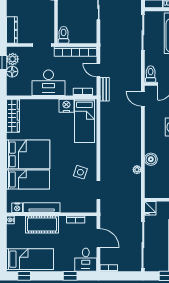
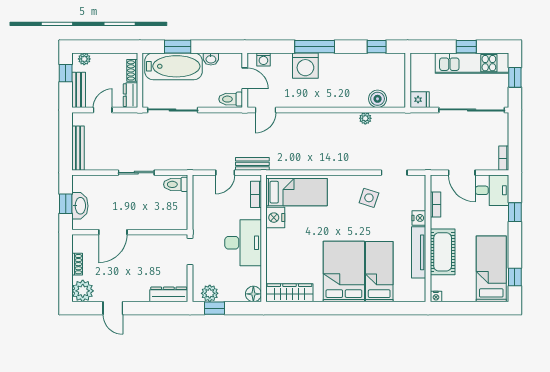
toilet: (64, 35) -> (176, 184), moved
bookcase: (76, 52) -> (199, 205), removed
floor lamp: (12, 72) -> (253, 294), moved
boiler: (151, 159) -> (378, 99), moved
nightstand: (17, 208) -> (419, 218), moved
door: (98, 238) -> (462, 173), swing flipped

